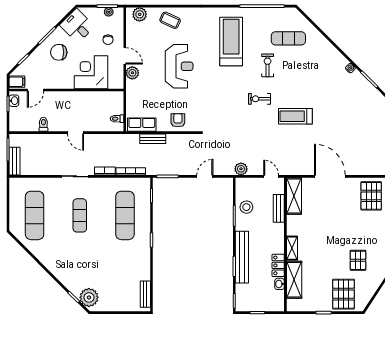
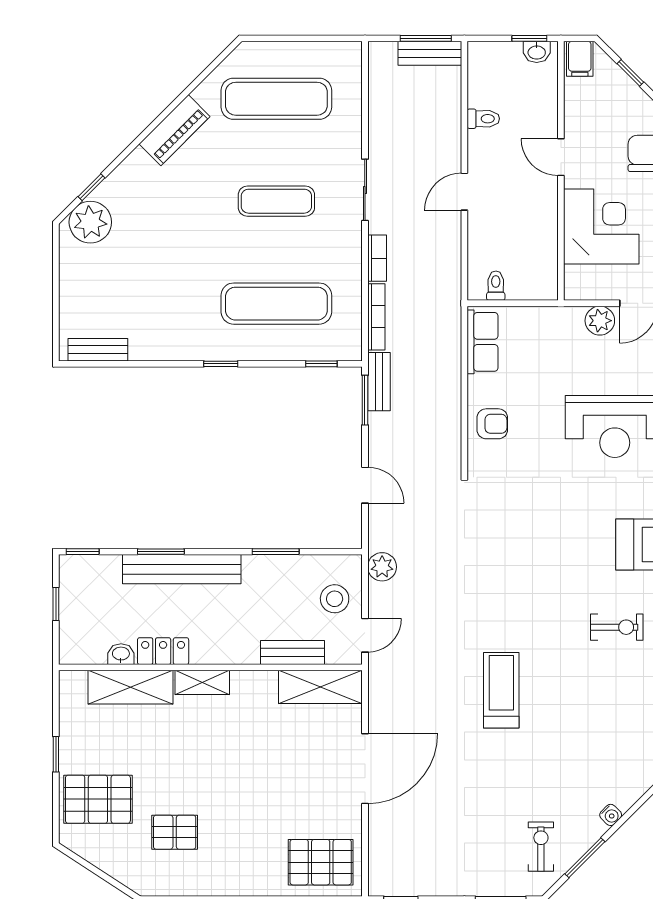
door: (35, 90) -> (561, 157), moved
exercise bike: (259, 99) -> (541, 847), moved
bench: (153, 139) -> (379, 382), moved
bench: (15, 161) -> (430, 53), moved
stool: (246, 207) -> (335, 599), moved
piano: (48, 260) -> (175, 130), added

